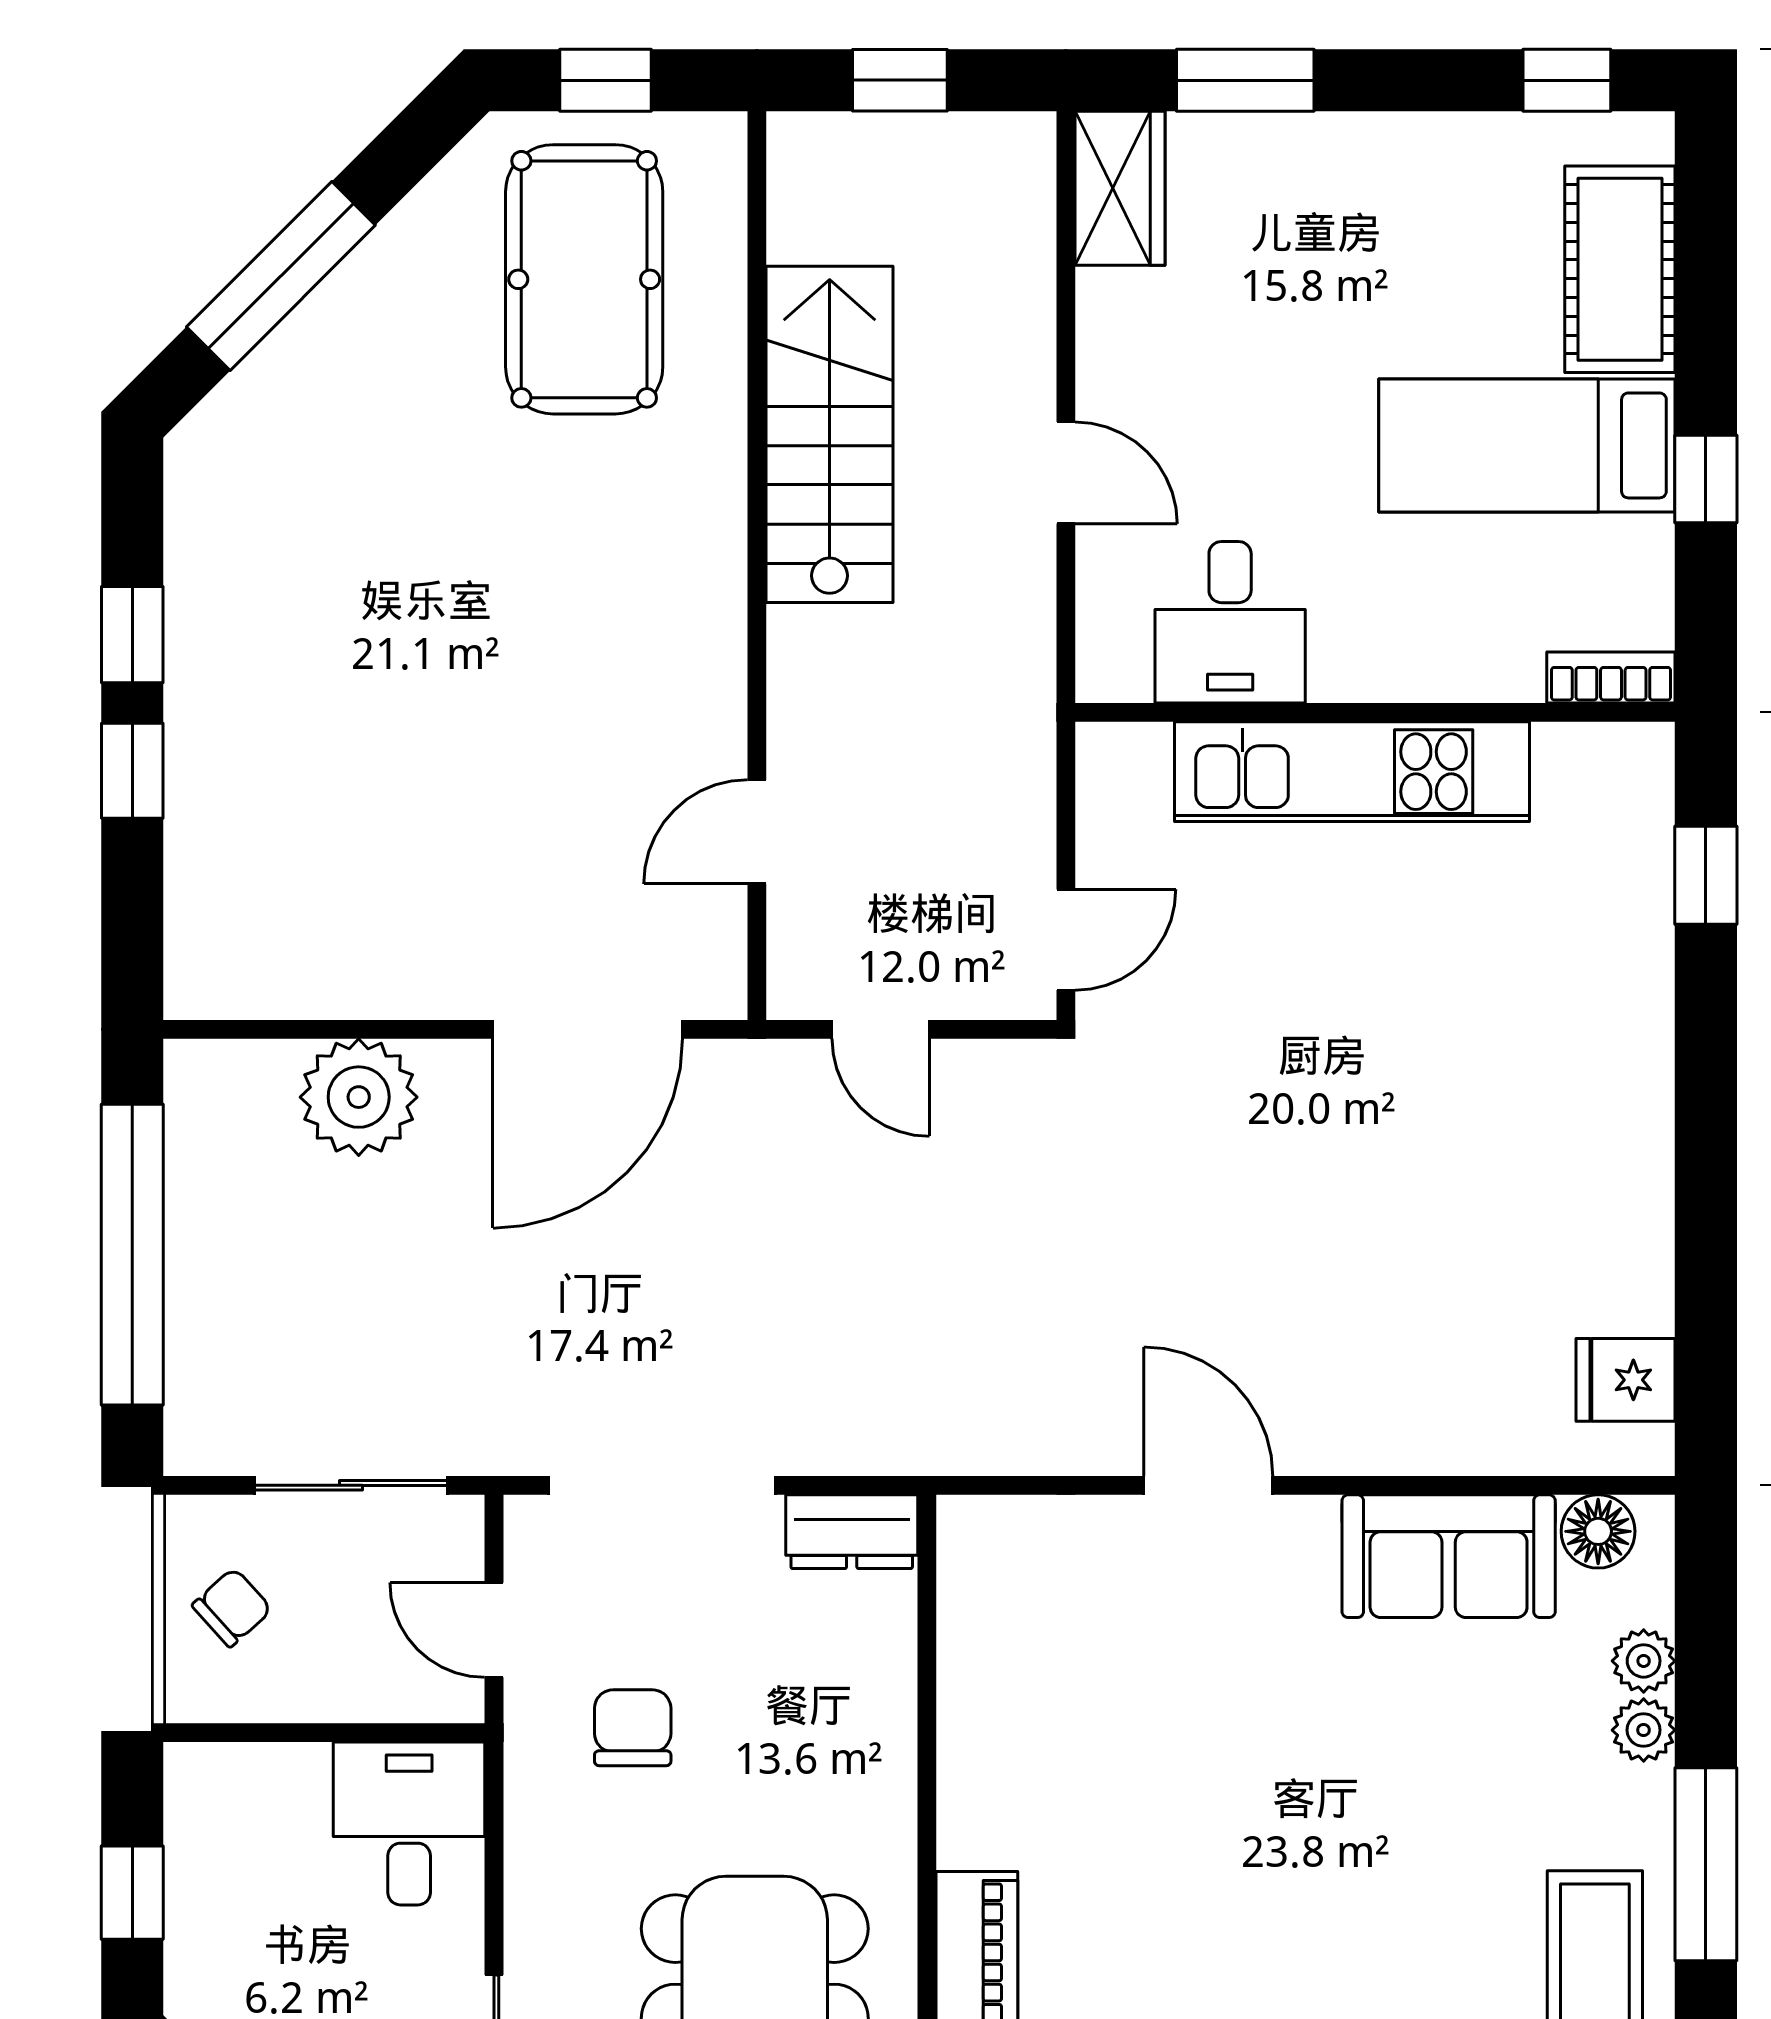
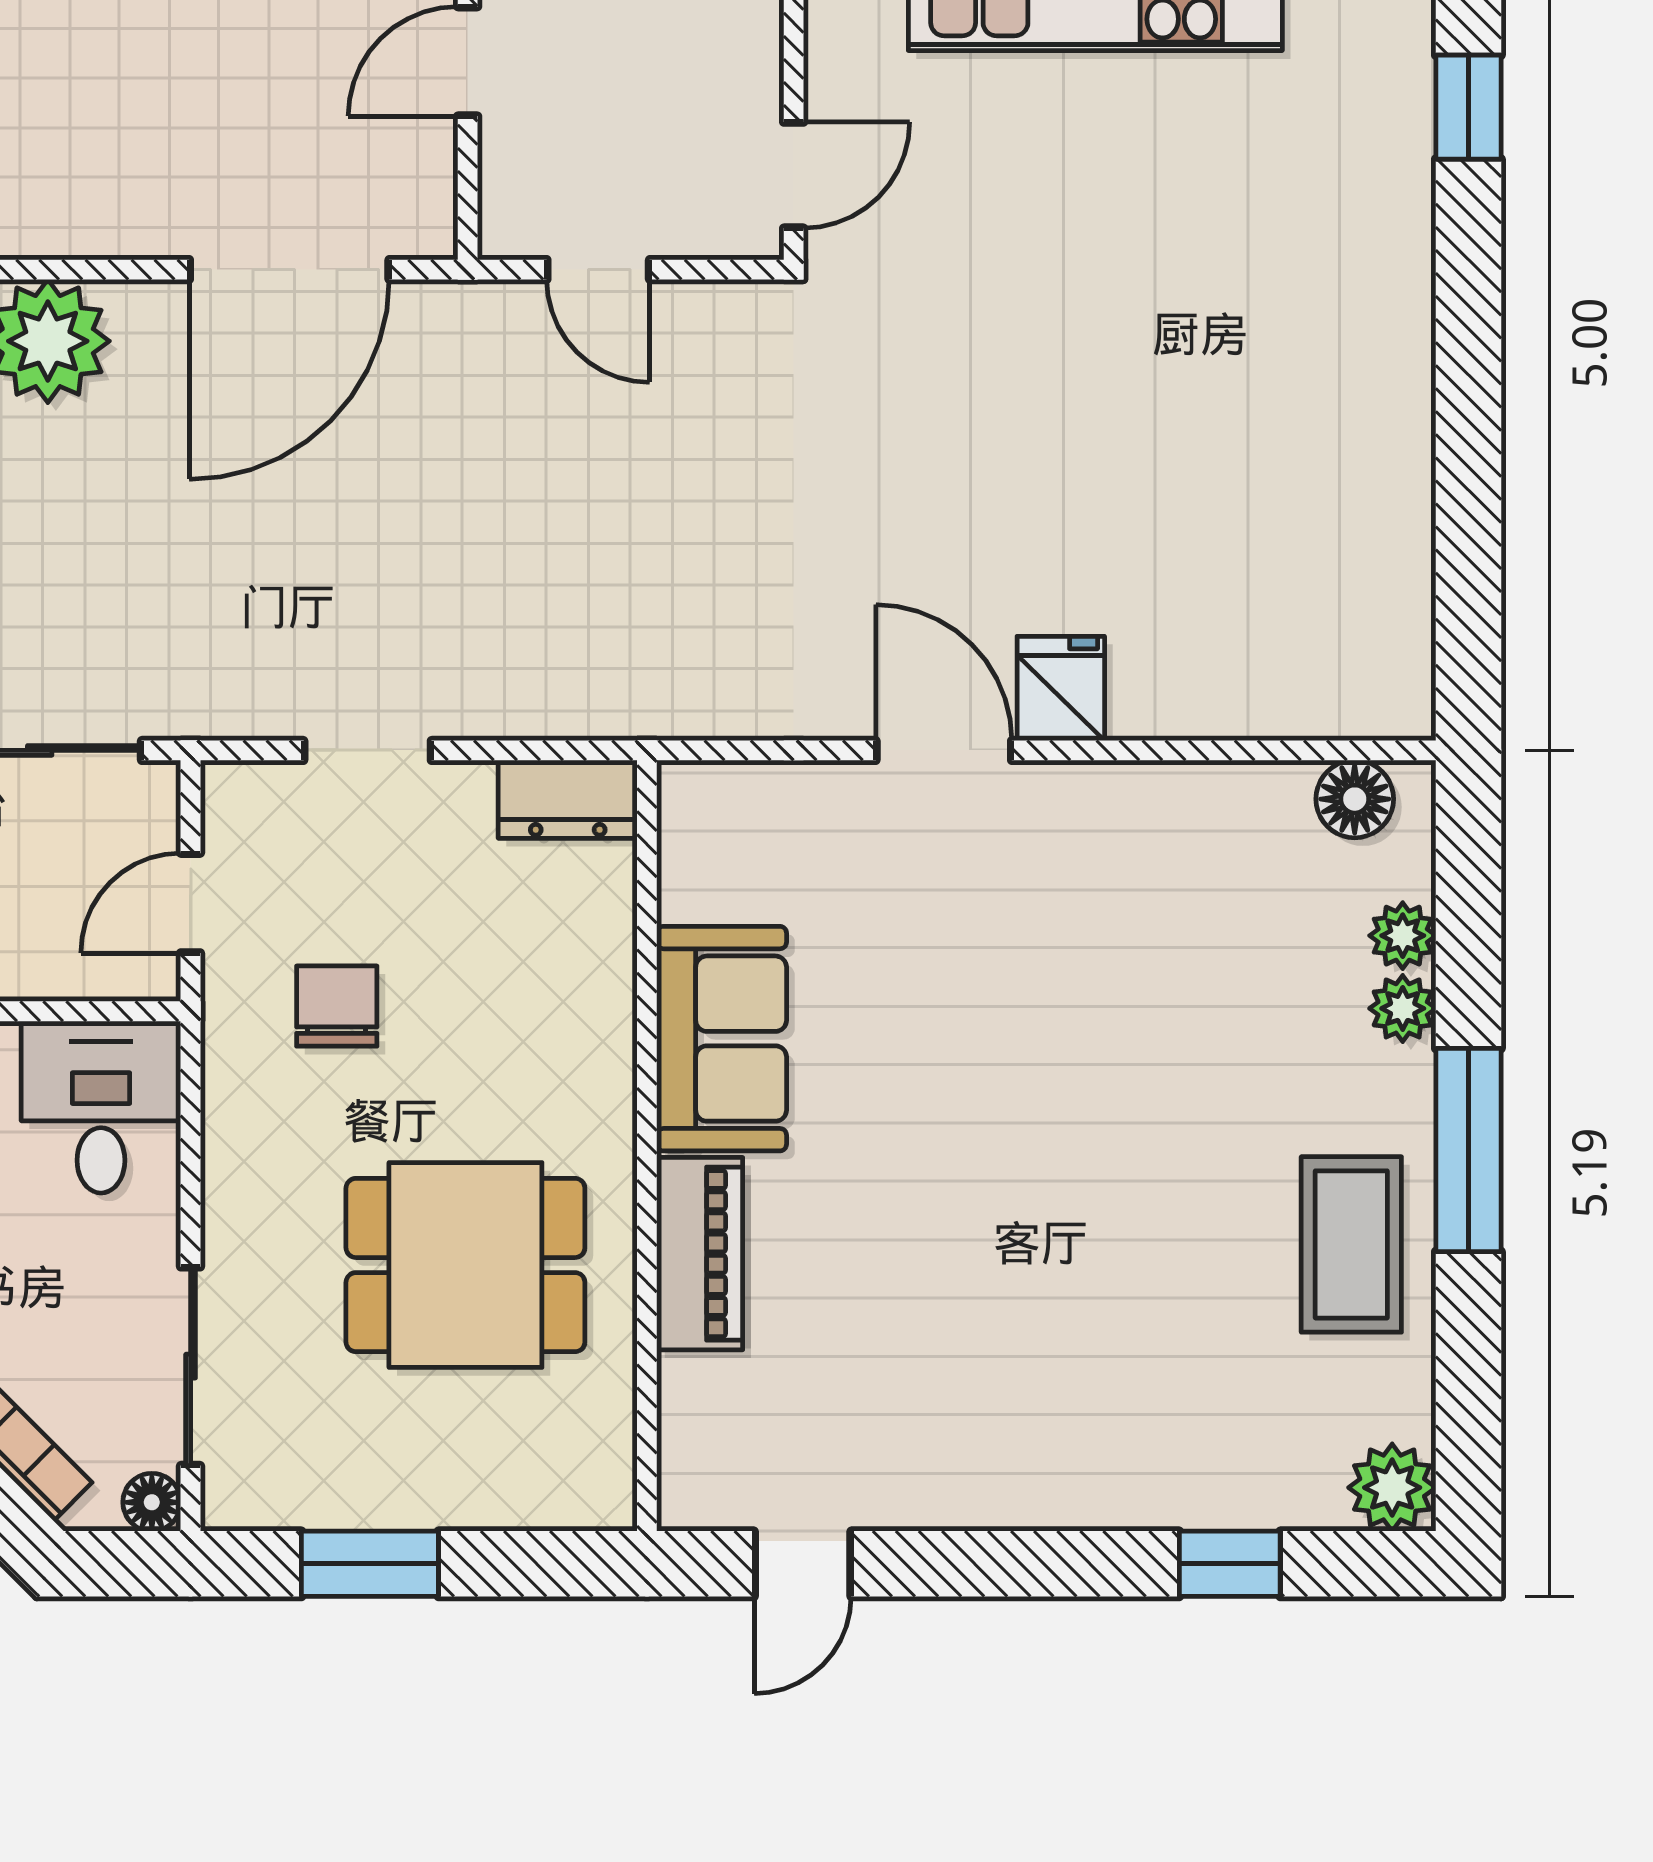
fridge: (1626, 1380) -> (1061, 688), moved, turned 90
doorway: (662, 1485) -> (368, 750), width x0.53
sofa: (1449, 1556) -> (722, 1039), moved, turned -90
door: (494, 1630) -> (191, 903), hinge flipped

